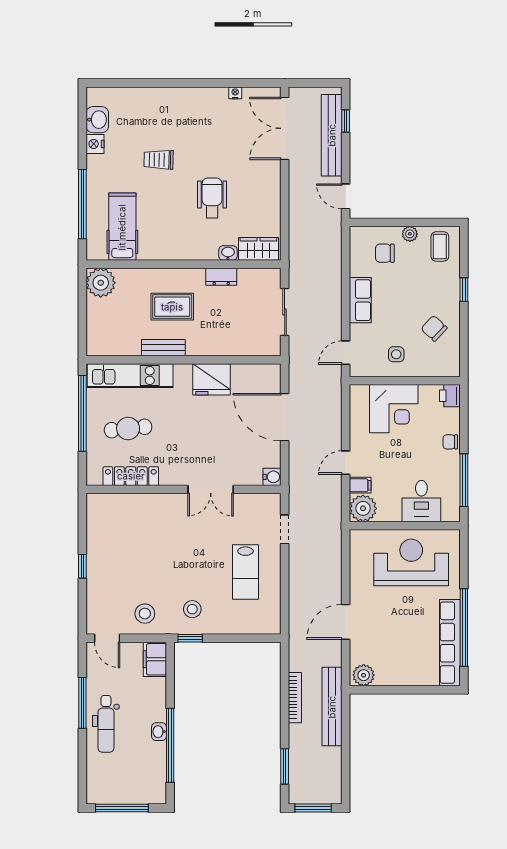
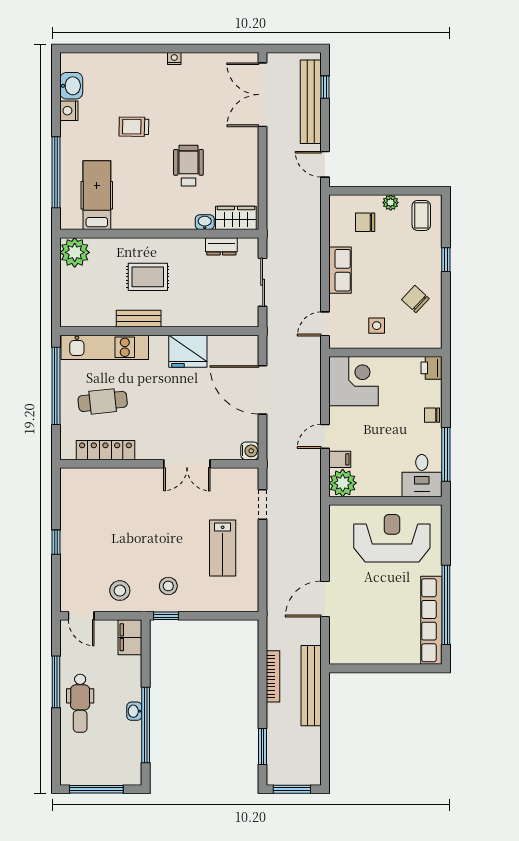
nightstand: (235, 93) -> (174, 58), moved
dresser: (221, 277) -> (221, 246), moved
corner desk: (394, 409) -> (354, 381), moved, turned -90
desk: (421, 501) -> (422, 476), moved
plant: (364, 675) -> (343, 654), removed

